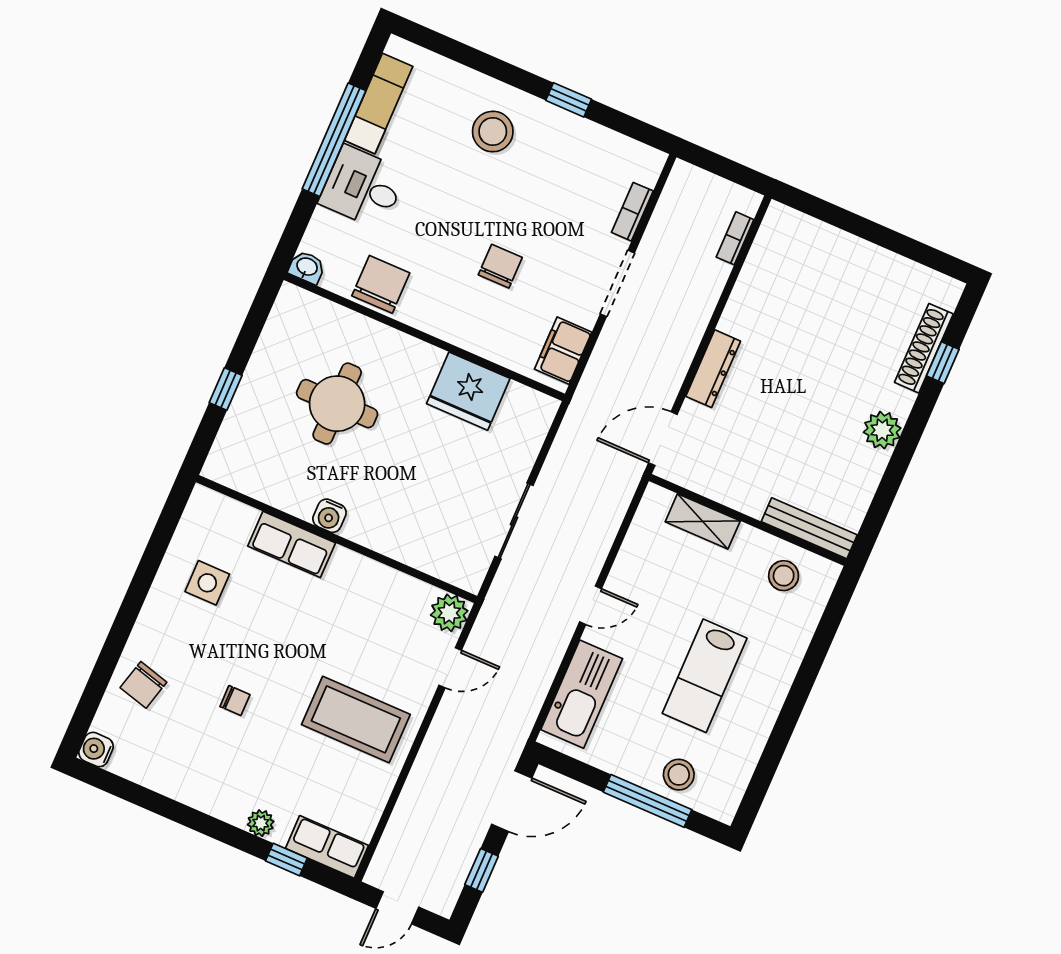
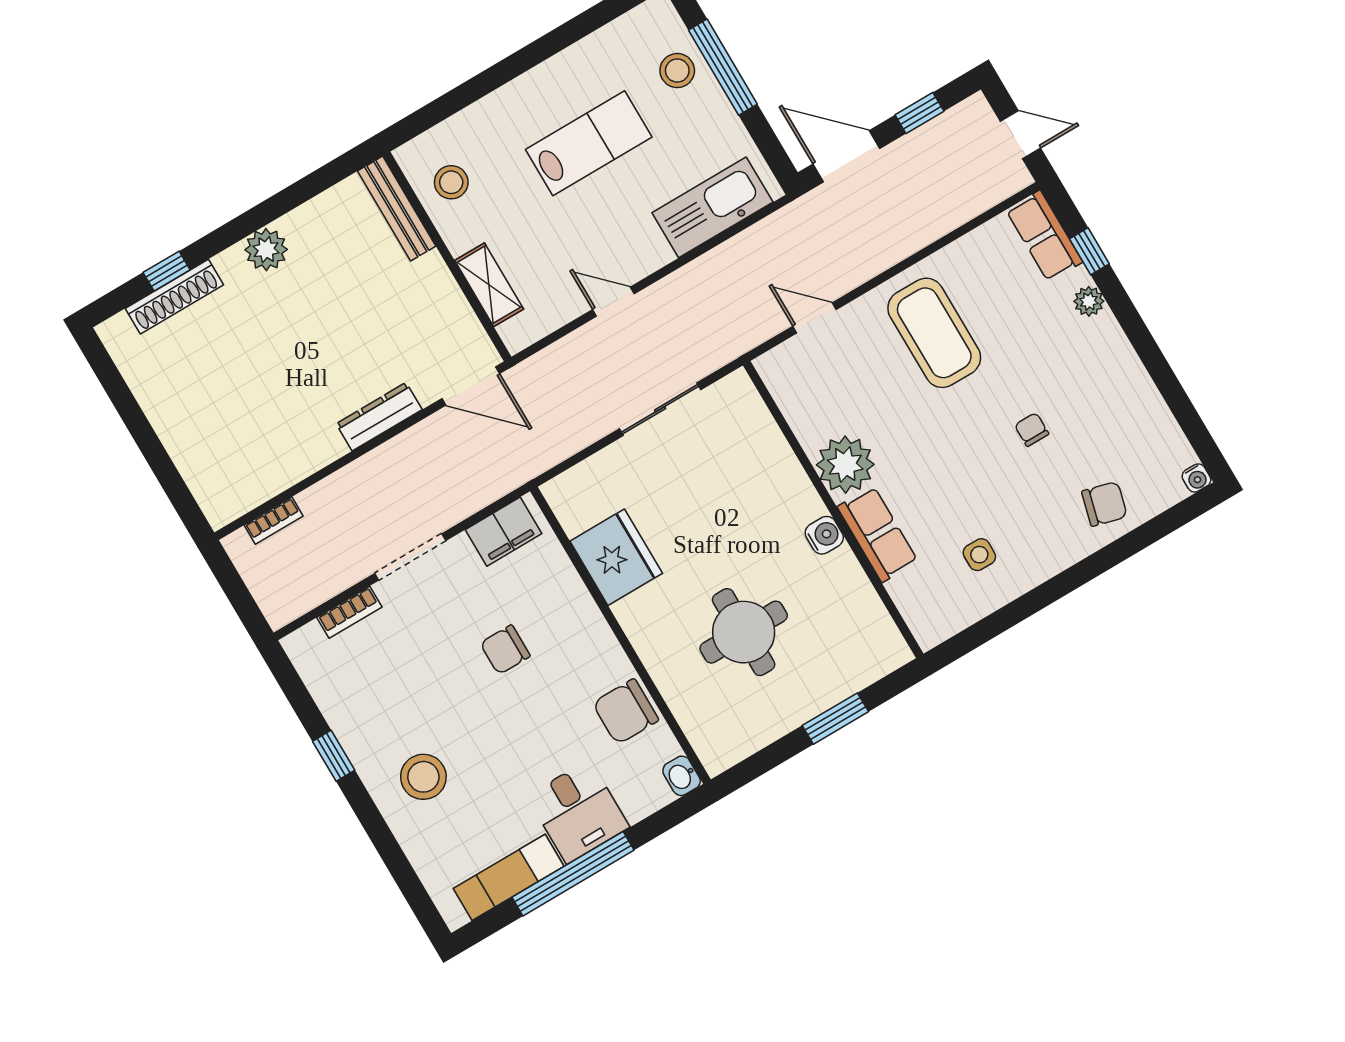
window: (226, 389) -> (835, 719), width x1.50
side table: (207, 583) -> (979, 555), width x0.73, depth x0.73
door: (591, 605) -> (613, 302), moved
plant: (449, 613) -> (845, 465), moved, width x1.36, depth x1.36
water cooler: (96, 750) -> (1196, 478), width x0.72, depth x0.72

